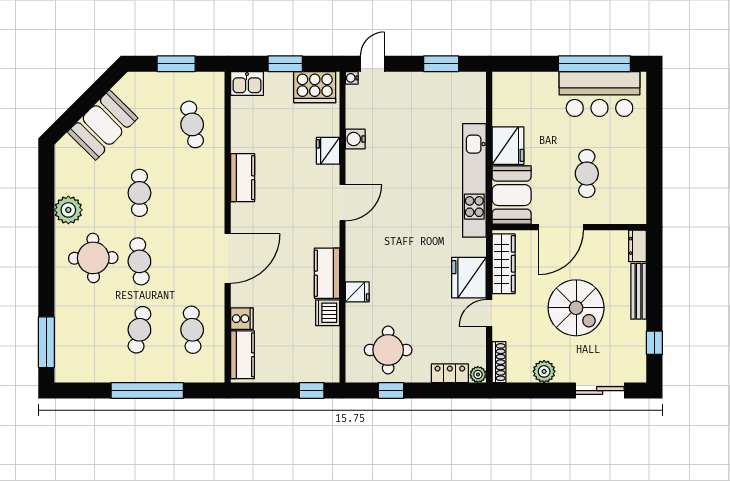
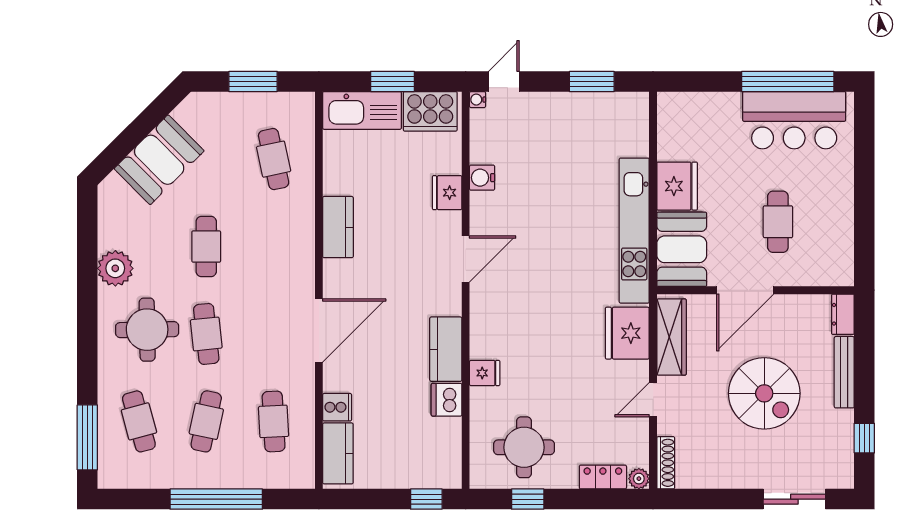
kitchen sink: (247, 84) -> (362, 110), width x1.88, depth x1.24
fridge: (469, 278) -> (627, 333), moved
cafe table: (87, 330) -> (139, 421), added
plant: (544, 371) -> (723, 475), removed

